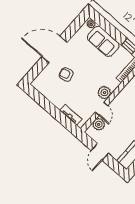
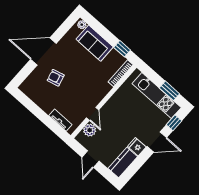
plant: (104, 93) -> (96, 97), removed

